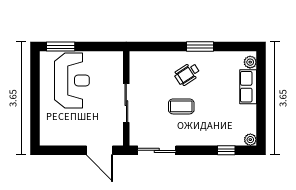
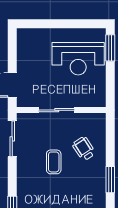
wheelchair: (187, 74) -> (84, 149), moved

